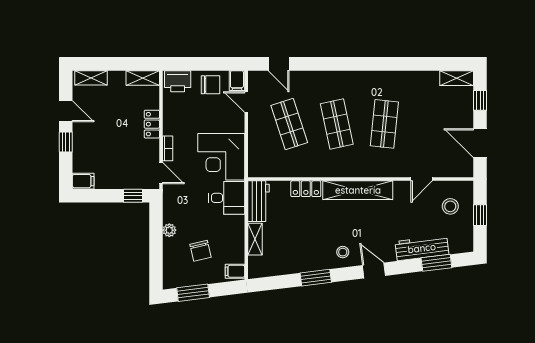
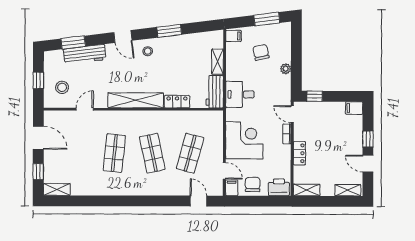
chair: (211, 85) -> (253, 184), turned 90
shop shelf: (289, 124) -> (190, 153), turned 33
corner desk: (221, 157) -> (244, 140), moved

